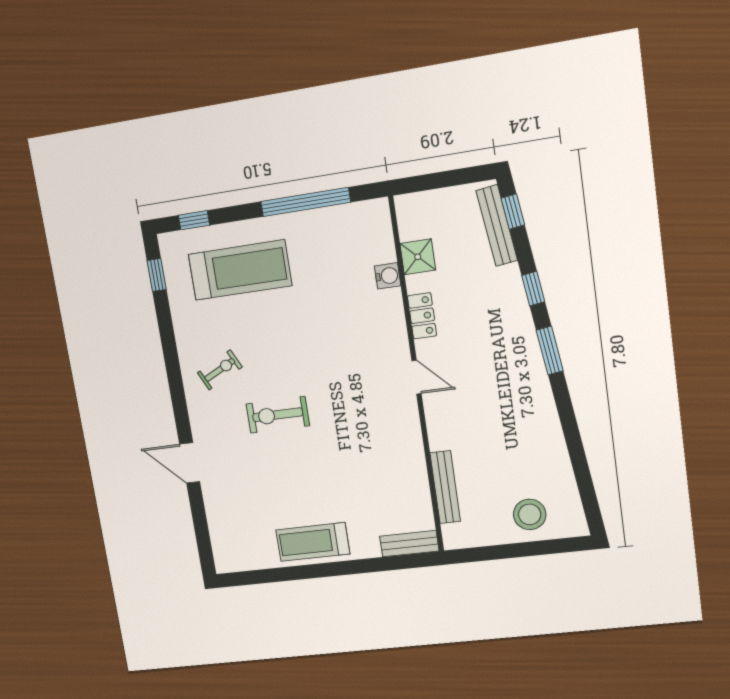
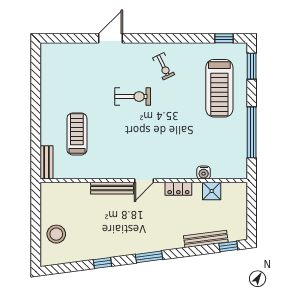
window: (194, 220) -> (252, 66), width x1.50
bench: (497, 226) -> (206, 239), moved
window: (533, 289) -> (102, 263), moved
exercise bike: (278, 415) -> (133, 97), turned 90
bench: (445, 487) -> (112, 188), moved
treadmill: (313, 542) -> (77, 134), moved

